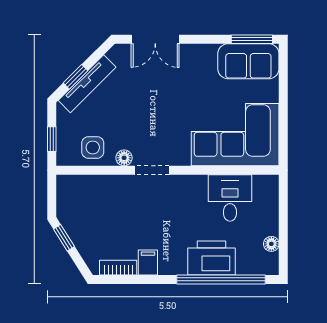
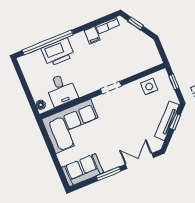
window: (252, 39) -> (108, 174), moved
floor lamp: (124, 158) -> (129, 88), removed
window: (64, 238) -> (136, 23), moved
floor lamp: (271, 244) -> (41, 105), moved

